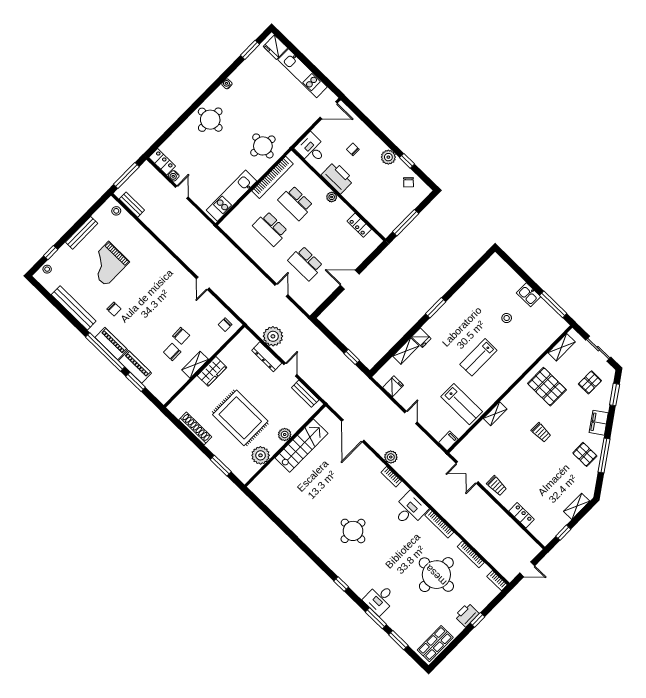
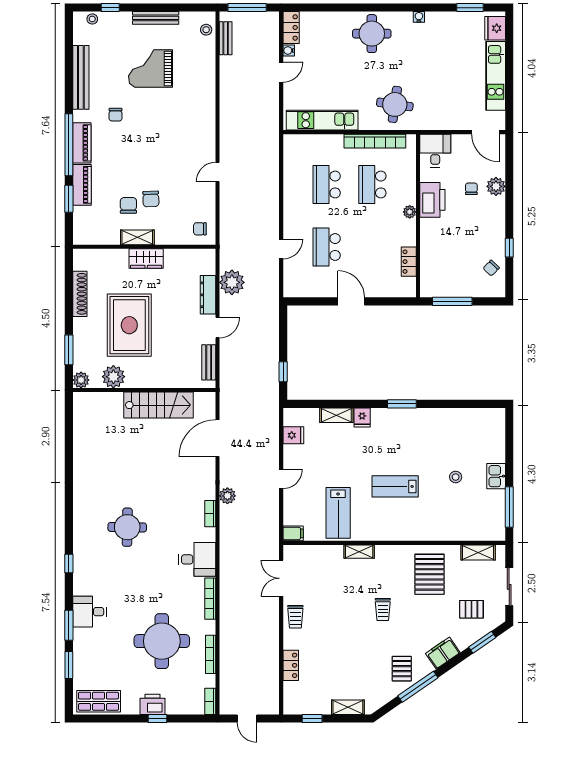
plant: (388, 157) -> (496, 186), moved
plant: (285, 434) -> (81, 380), moved

